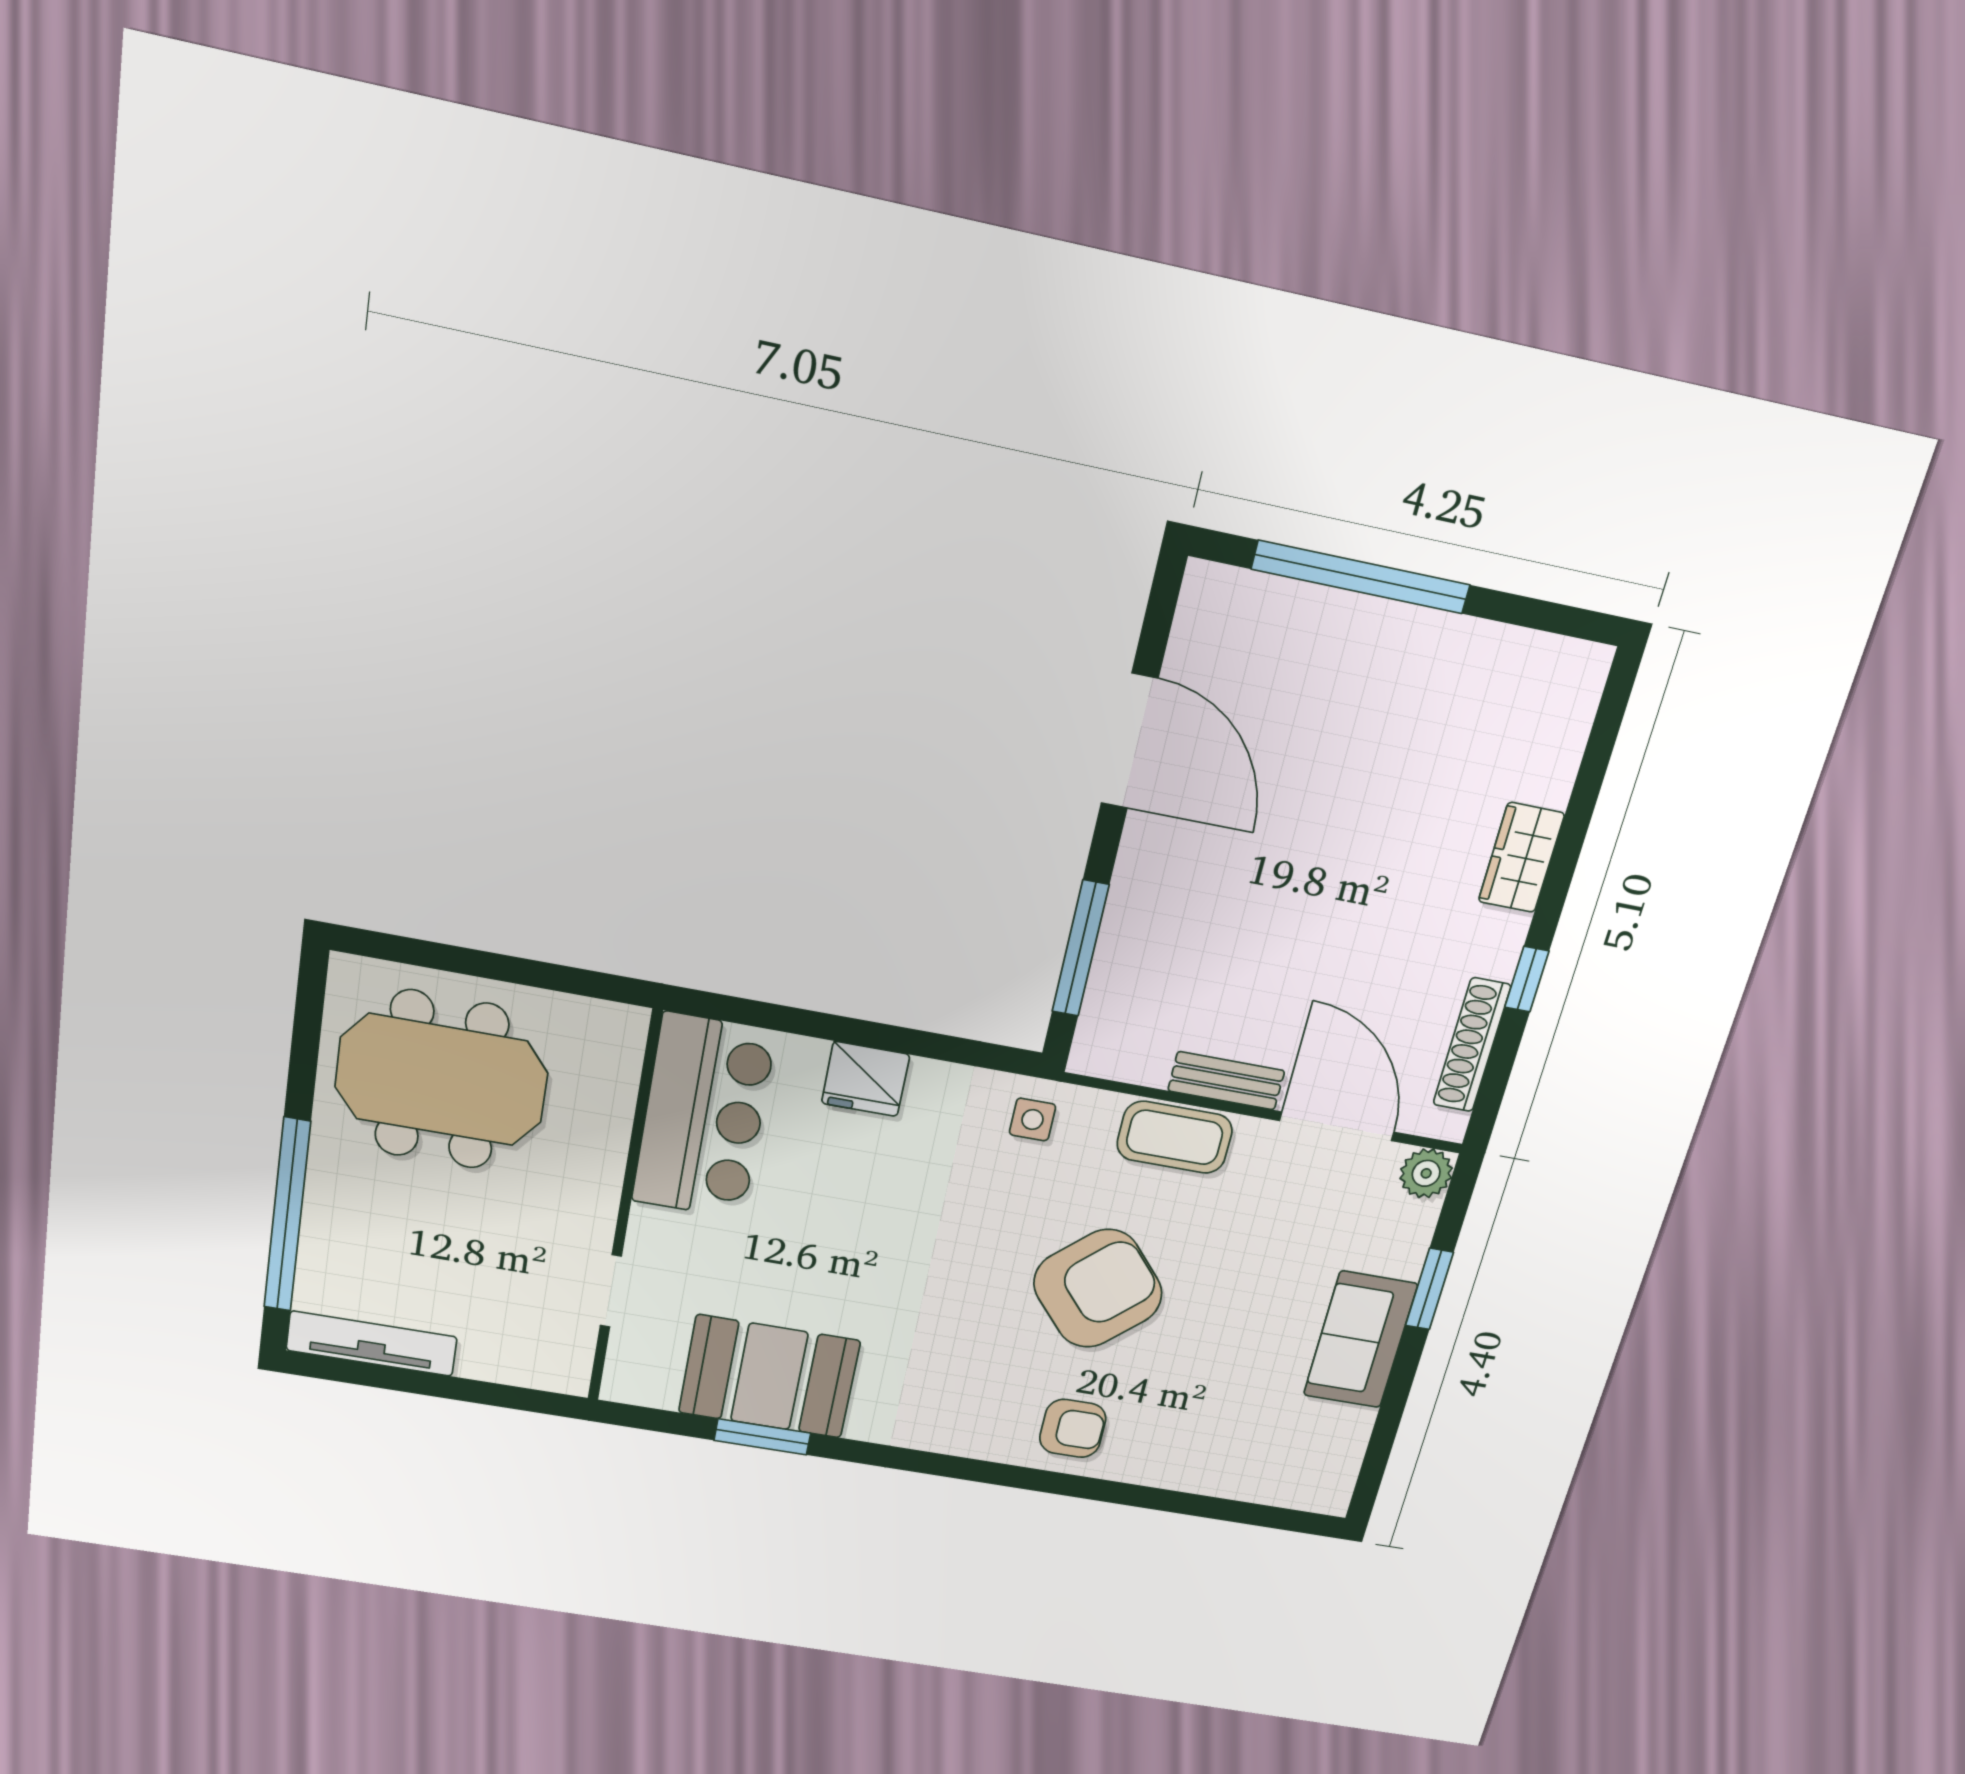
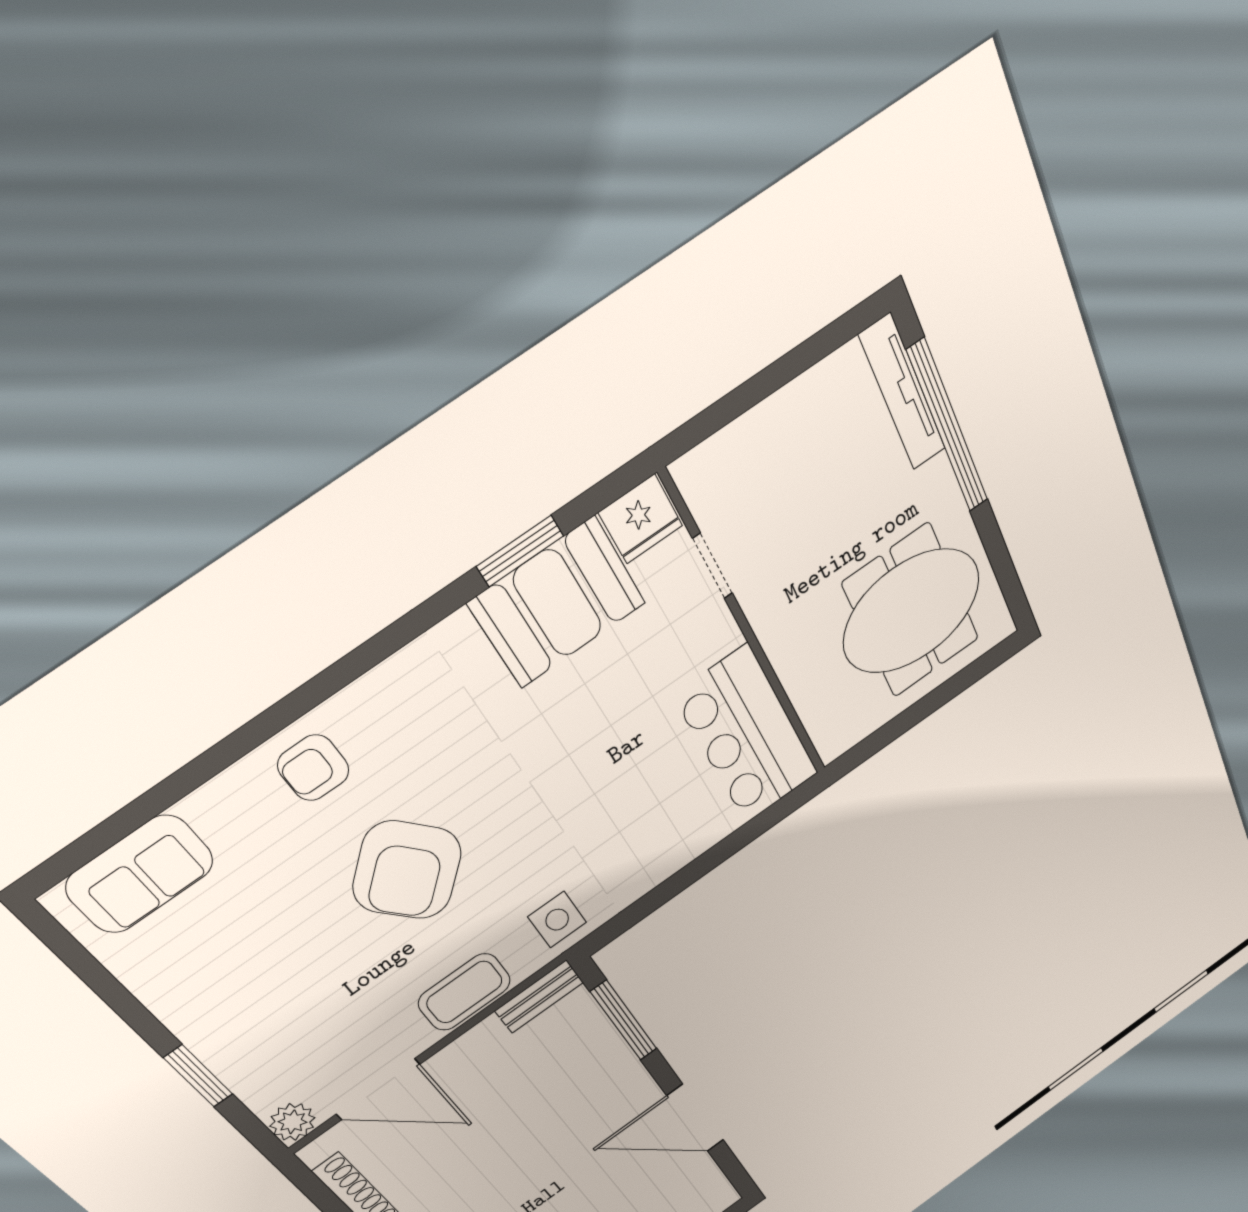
fridge: (866, 1079) -> (641, 519), moved, turned 180
bench: (1226, 1081) -> (539, 997), moved
side table: (1032, 1120) -> (557, 920), width x1.37, depth x1.37
sofa: (1360, 1340) -> (140, 874), moved, turned 90
tv unit: (372, 1344) -> (903, 393), moved, turned 90

